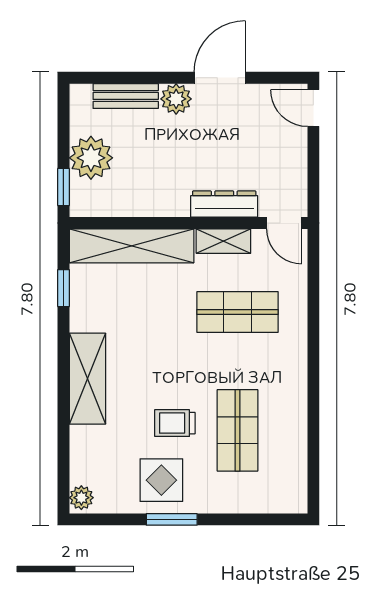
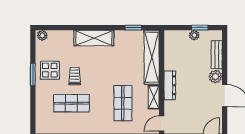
plant: (91, 158) -> (194, 35), width x0.53, depth x0.53
window: (63, 187) -> (200, 28), moved
dresser: (224, 204) -> (170, 85), moved

